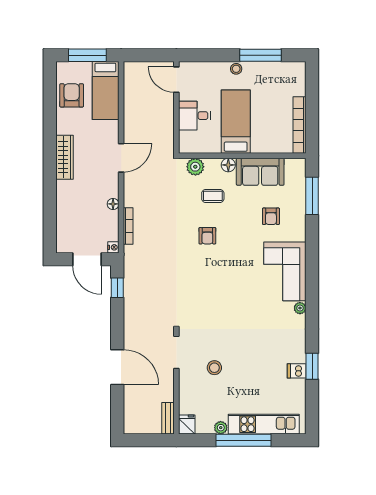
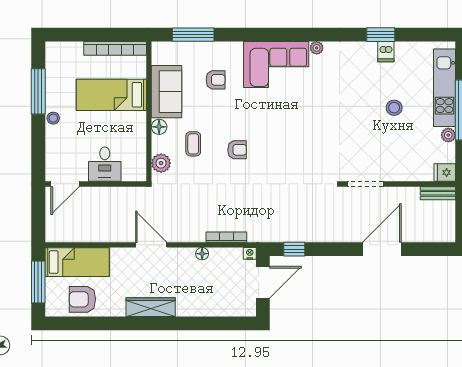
bed: (236, 122) -> (111, 95), moved
stool: (214, 368) -> (394, 108), moved

